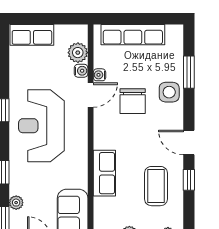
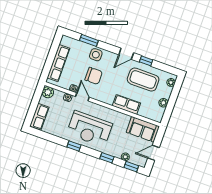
plant: (78, 53) -> (48, 92), moved
coffee table: (156, 186) -> (143, 80), width x1.36, depth x1.32

